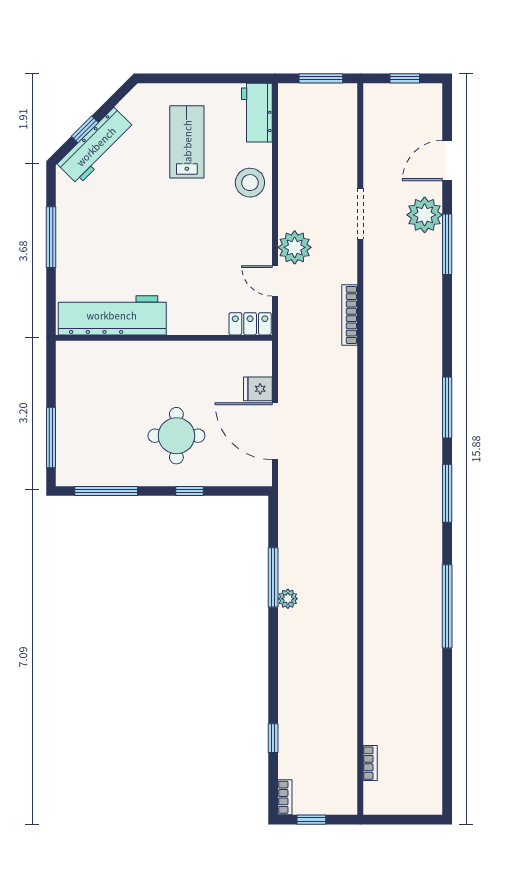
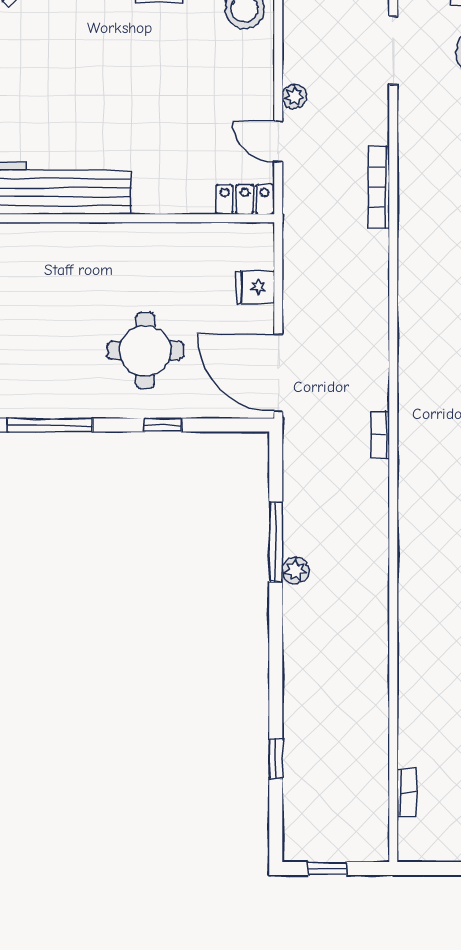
plant: (295, 247) -> (294, 96), width x0.53, depth x0.53
door: (275, 431) -> (278, 373), moved
bookcase: (285, 797) -> (380, 435), moved, turned 180

